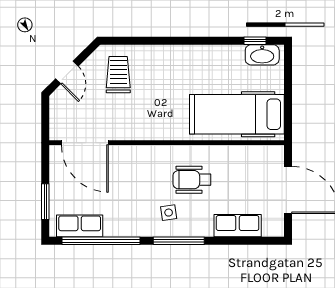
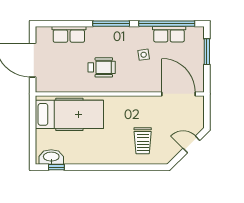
door: (67, 72) -> (191, 144), hinge flipped
trolley: (118, 75) -> (143, 141), moved
side table: (169, 213) -> (144, 55), moved
row of seats: (80, 226) -> (169, 34), moved

